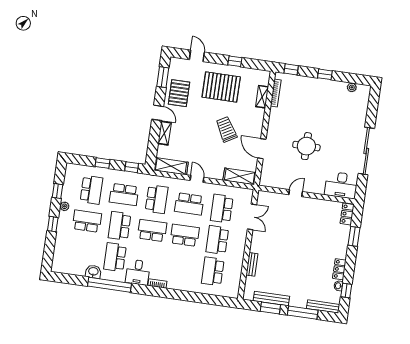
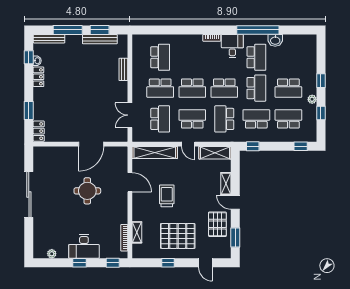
trolley: (226, 129) -> (167, 196), turned -150
window: (103, 163) -> (301, 146), moved
shelving: (240, 176) -> (155, 152), width x1.47
desk: (341, 185) -> (84, 246), moved, turned 180
school desk: (91, 190) -> (288, 119), turned 90
door: (296, 193) -> (91, 144), width x1.88
school desk: (217, 240) -> (160, 88), turned 90

